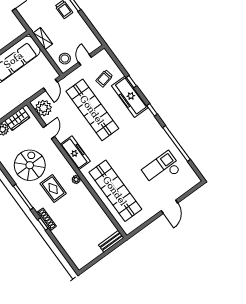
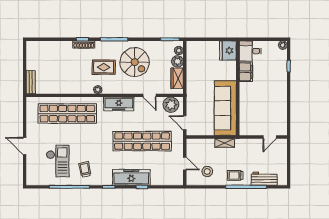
stool: (65, 59) -> (207, 171), moved
trolley: (104, 78) -> (85, 170), moved

